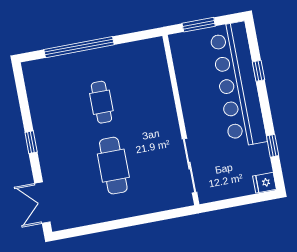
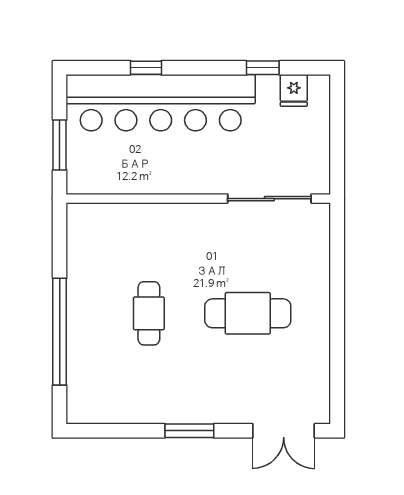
cafe table: (101, 102) -> (149, 313), turned 90
window: (31, 142) -> (189, 431), width x1.50
fridge: (264, 183) -> (294, 90), moved

